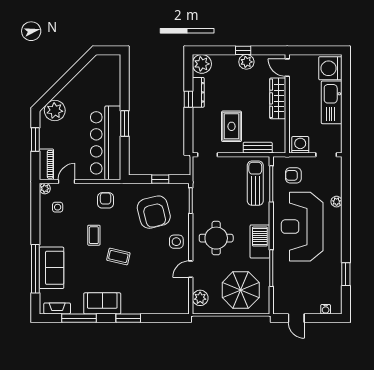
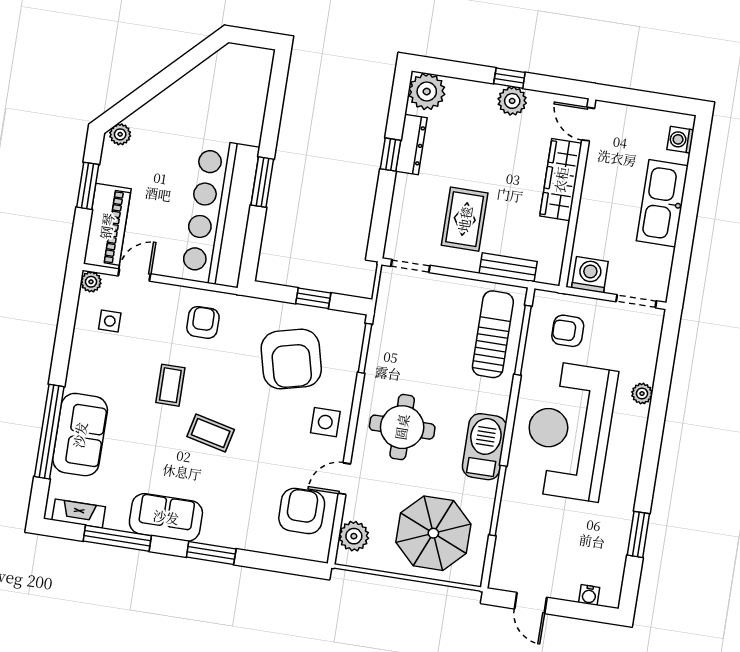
washing machine: (330, 68) -> (680, 140), width x0.53, depth x0.53
plant: (55, 110) -> (120, 134), width x0.53, depth x0.53
piano: (46, 164) -> (107, 226), width x1.37, depth x1.33
armchair: (171, 289) -> (302, 511), added

